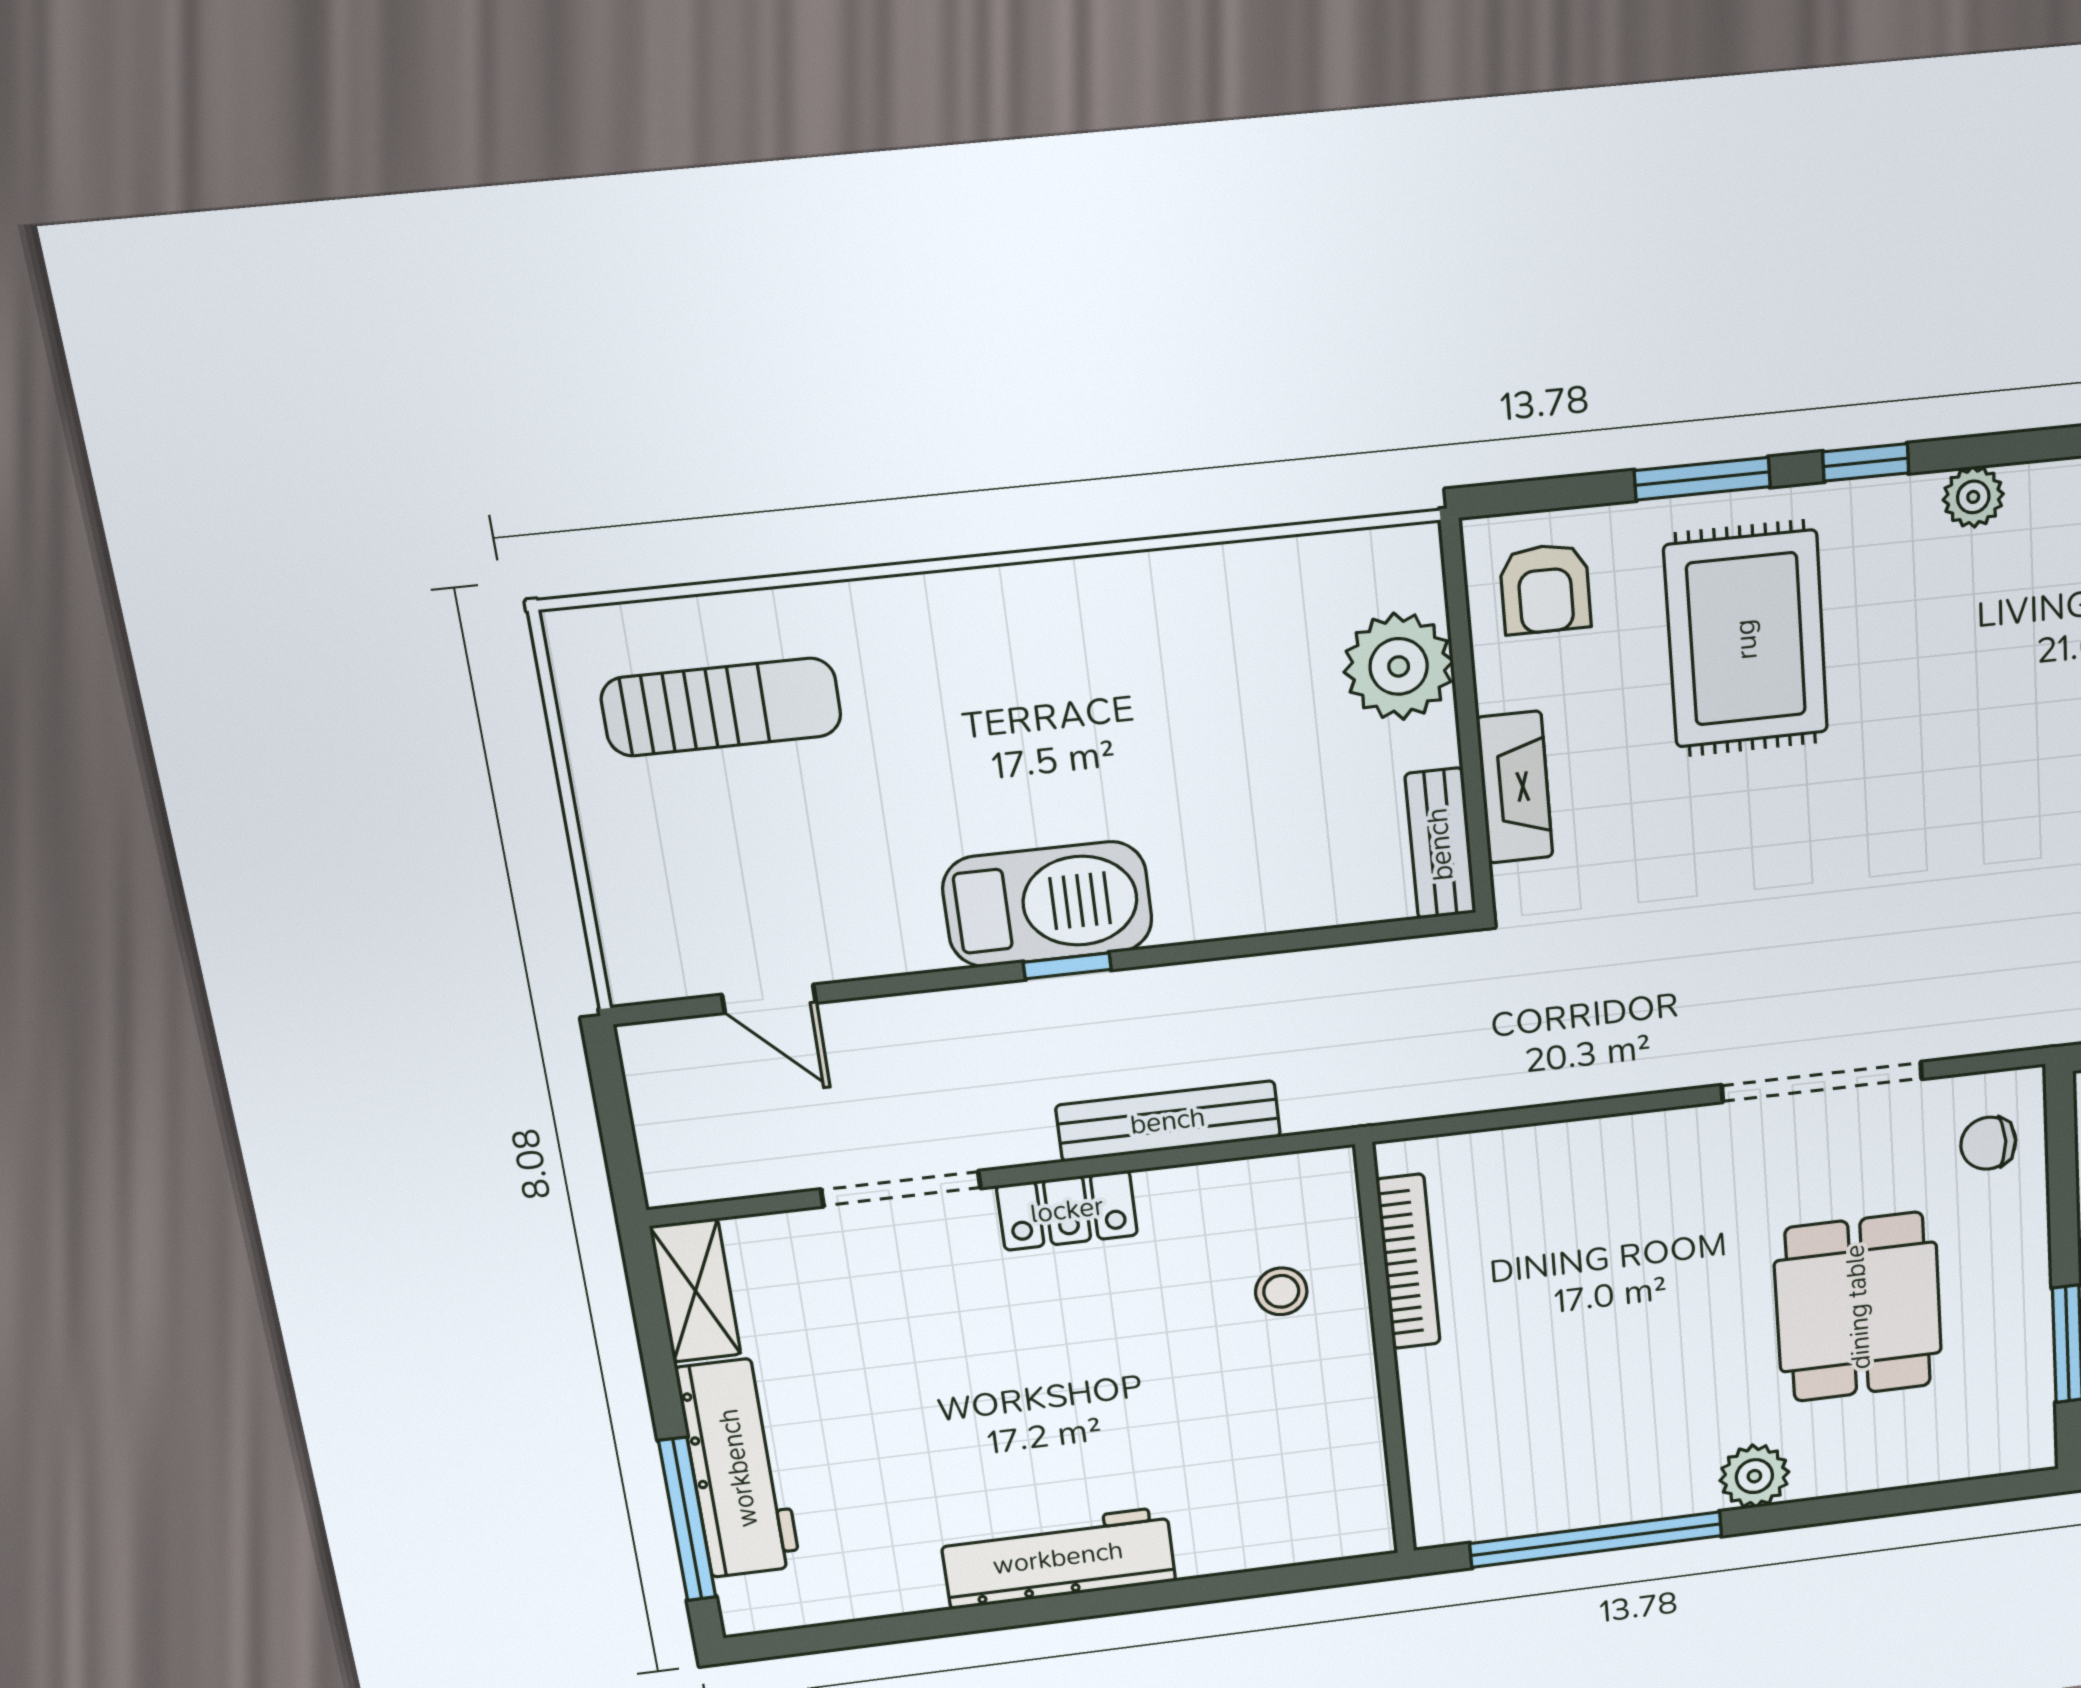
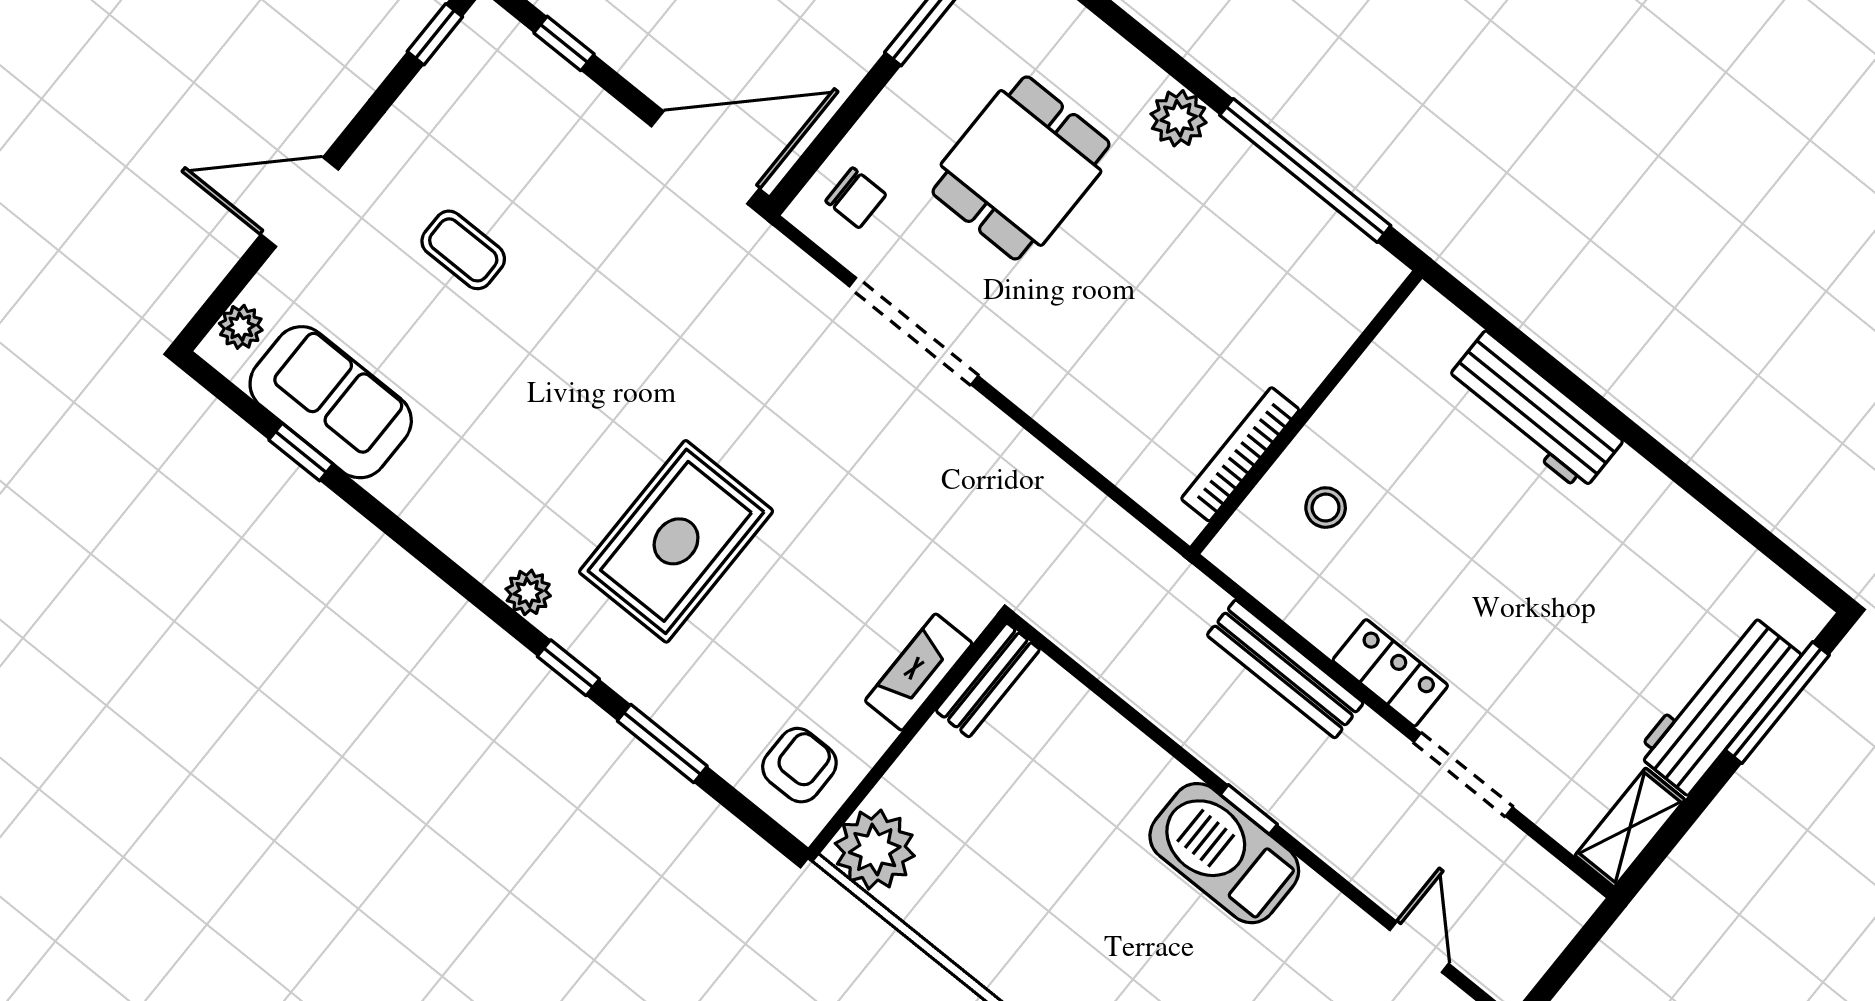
rug: (1746, 639) -> (676, 541), moved
plant: (1399, 666) -> (875, 850), moved
workbench: (1058, 1558) -> (1534, 411), moved

